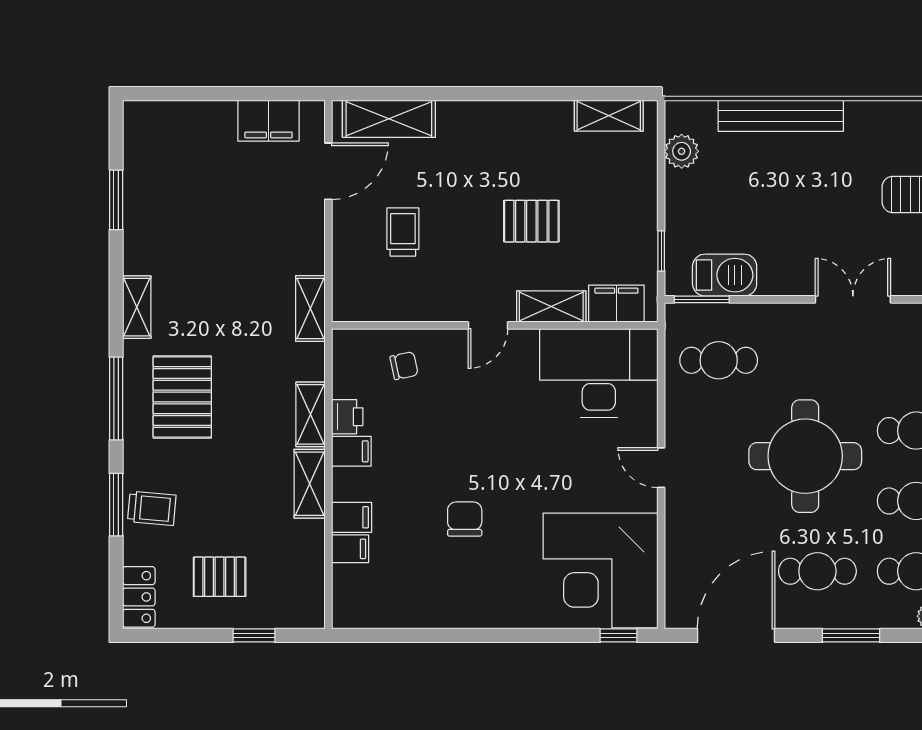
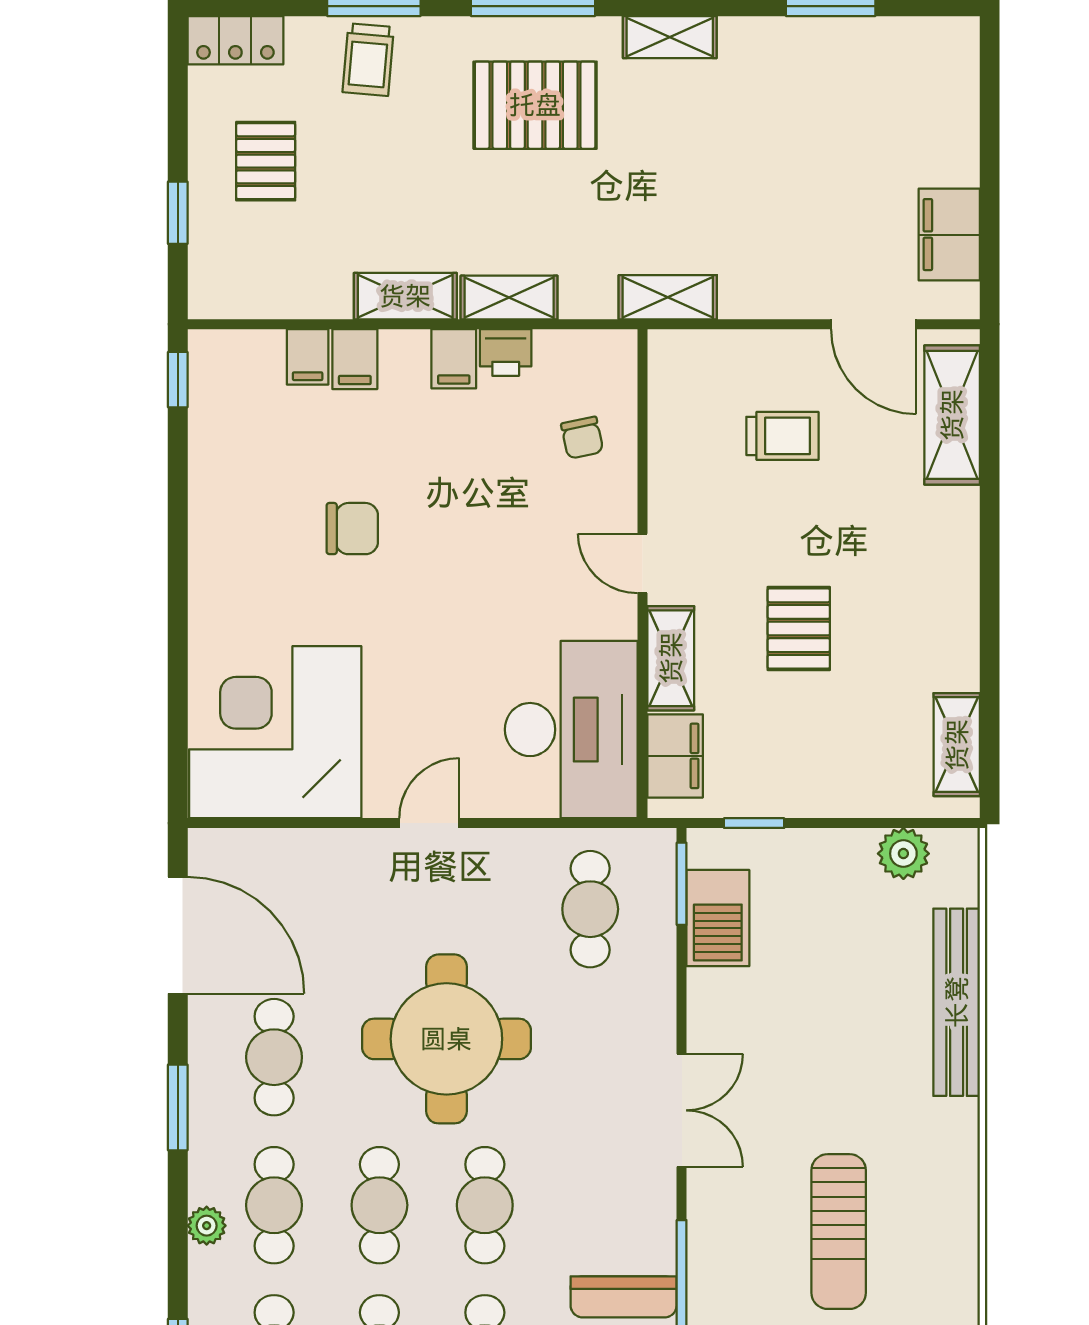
window: (619, 635) -> (178, 380), moved

